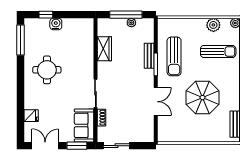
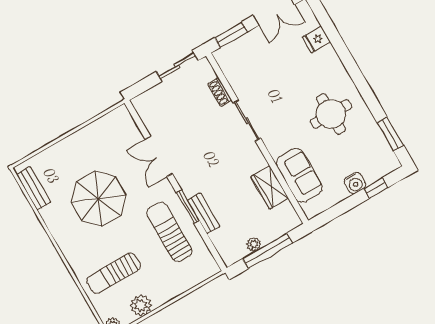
window: (20, 40) -> (390, 134), width x0.69
sofa: (84, 125) -> (299, 175), moved

